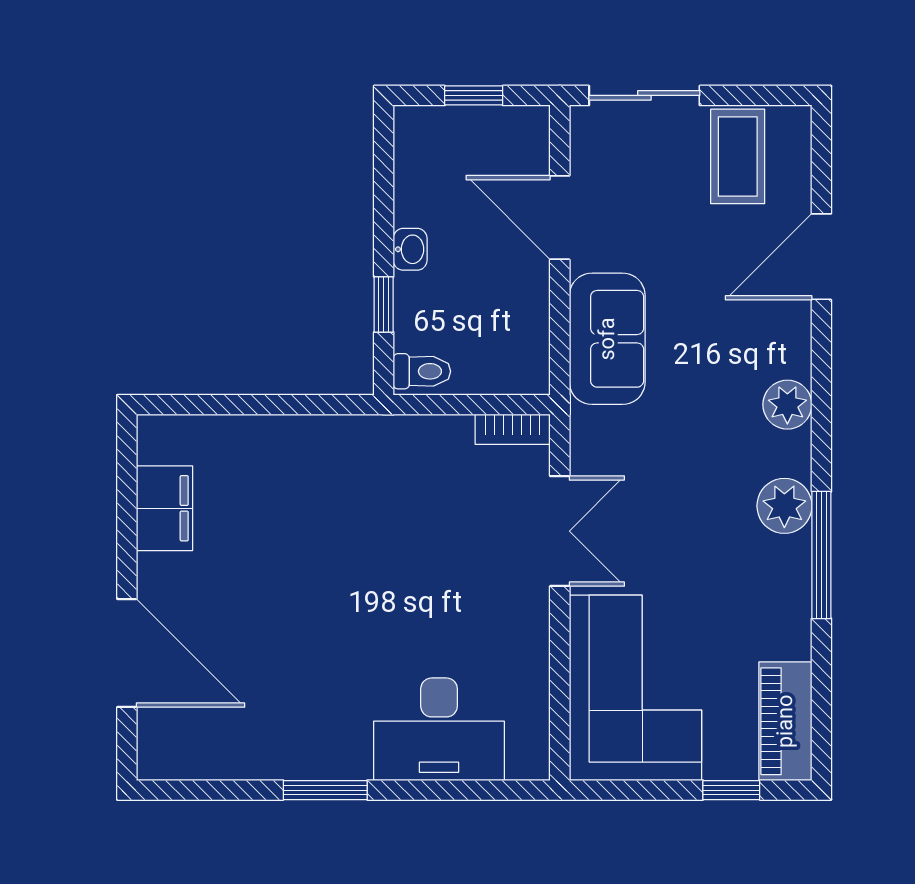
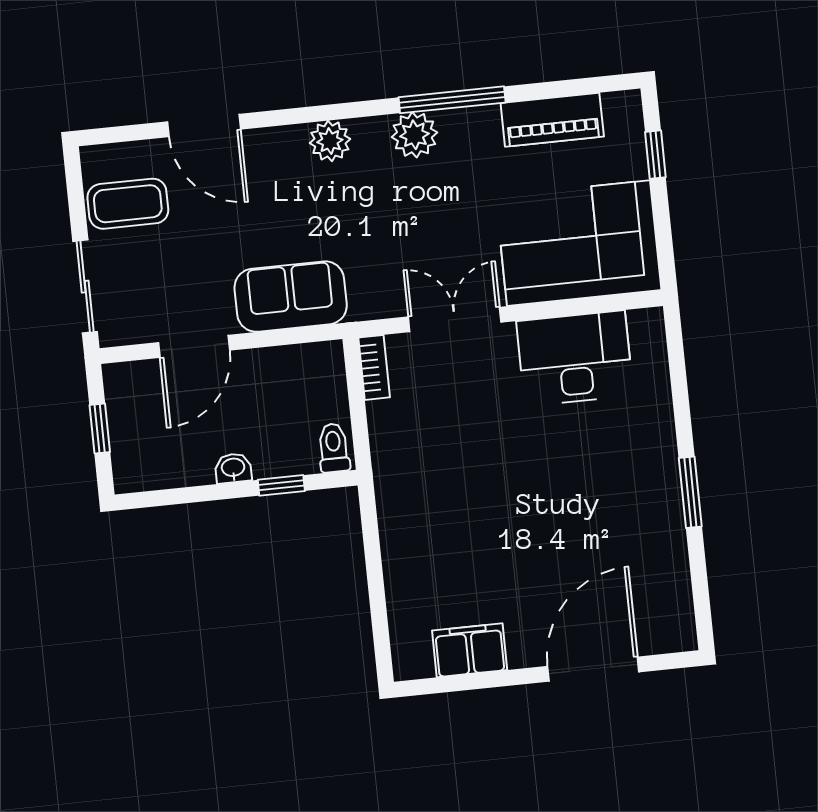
piano: (785, 721) -> (552, 120), moved
desk: (439, 729) -> (575, 358), moved, turned -90

